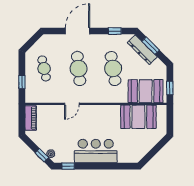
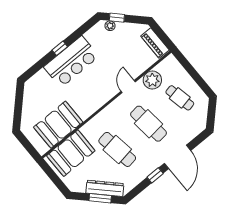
window: (115, 31) -> (155, 175), moved
window: (22, 82) -> (190, 69), removed
window: (170, 88) -> (51, 174), removed
plant: (52, 95) -> (152, 80), added
window: (68, 166) -> (60, 48), moved

